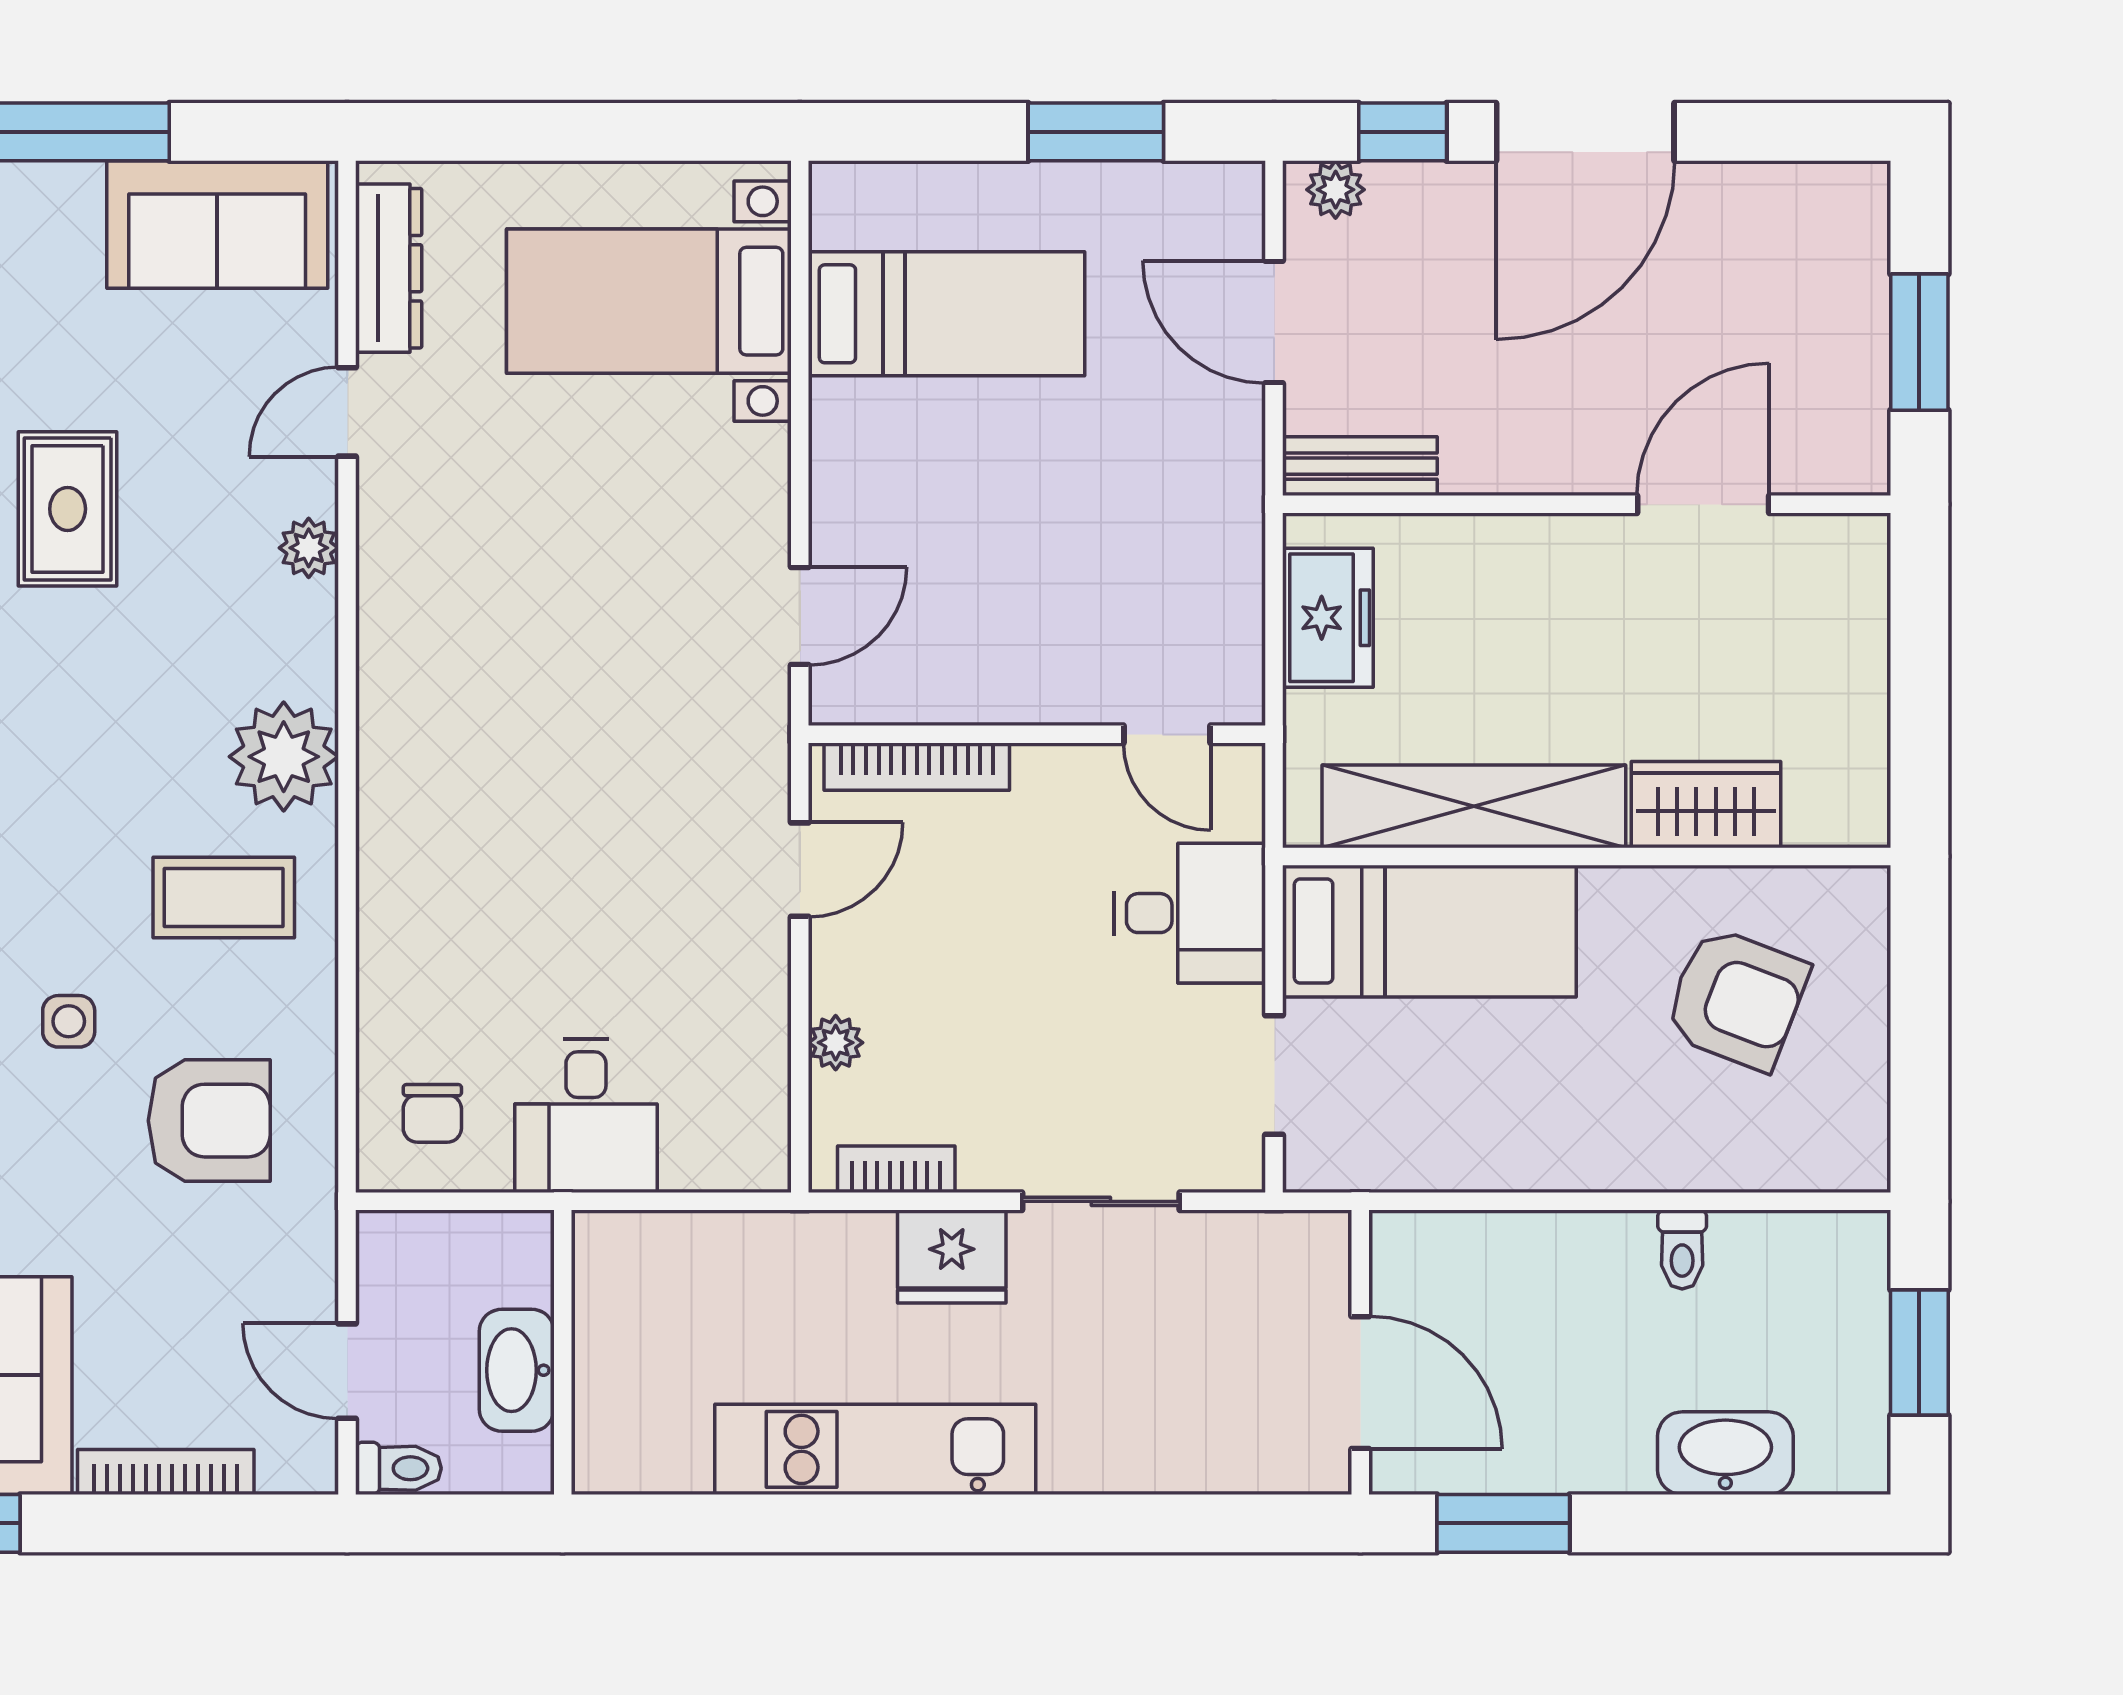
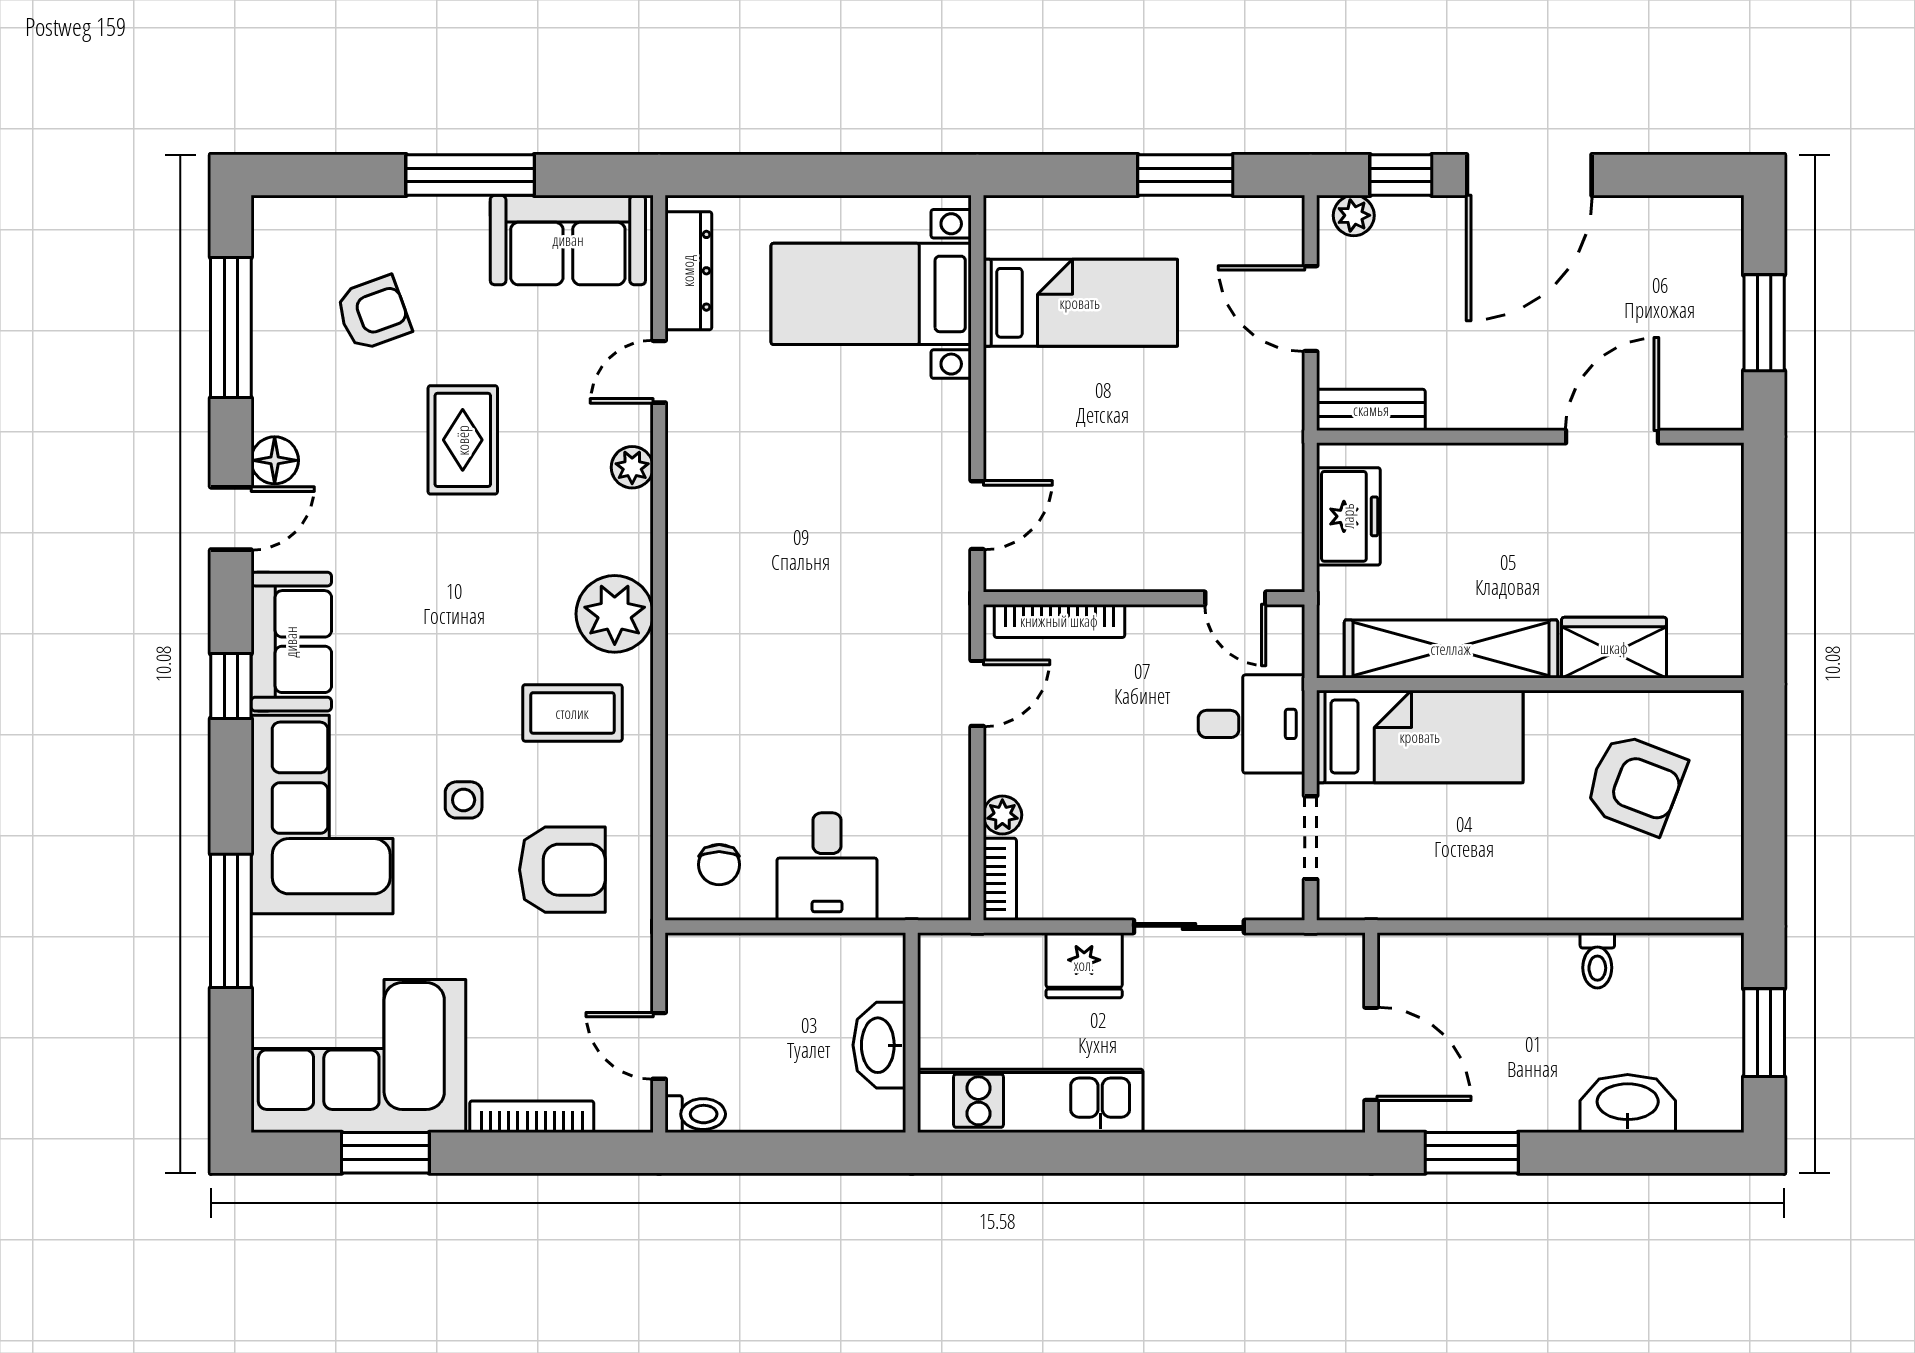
bookcase: (896, 1169) -> (1000, 879), moved, turned 90
wall: (563, 1352) -> (912, 1033), moved
washbasin: (517, 1370) -> (879, 1045), moved

